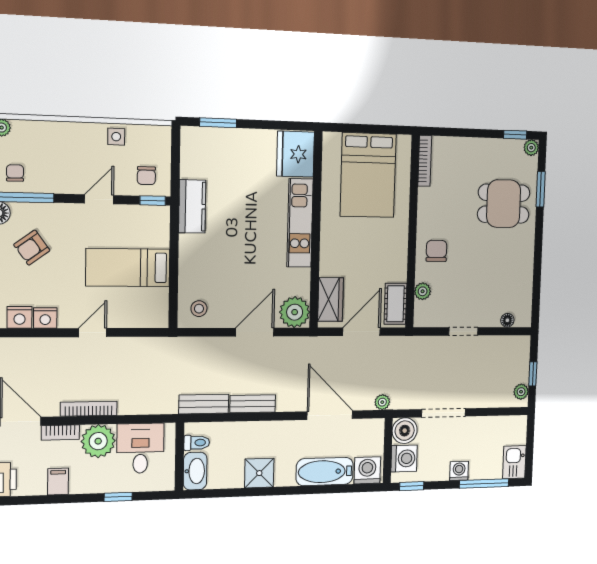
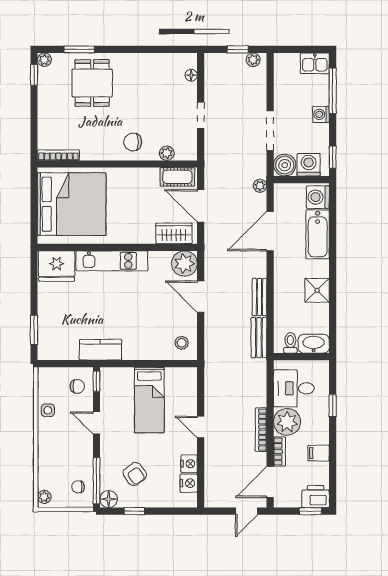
bed: (368, 175) -> (72, 204), width x1.36

